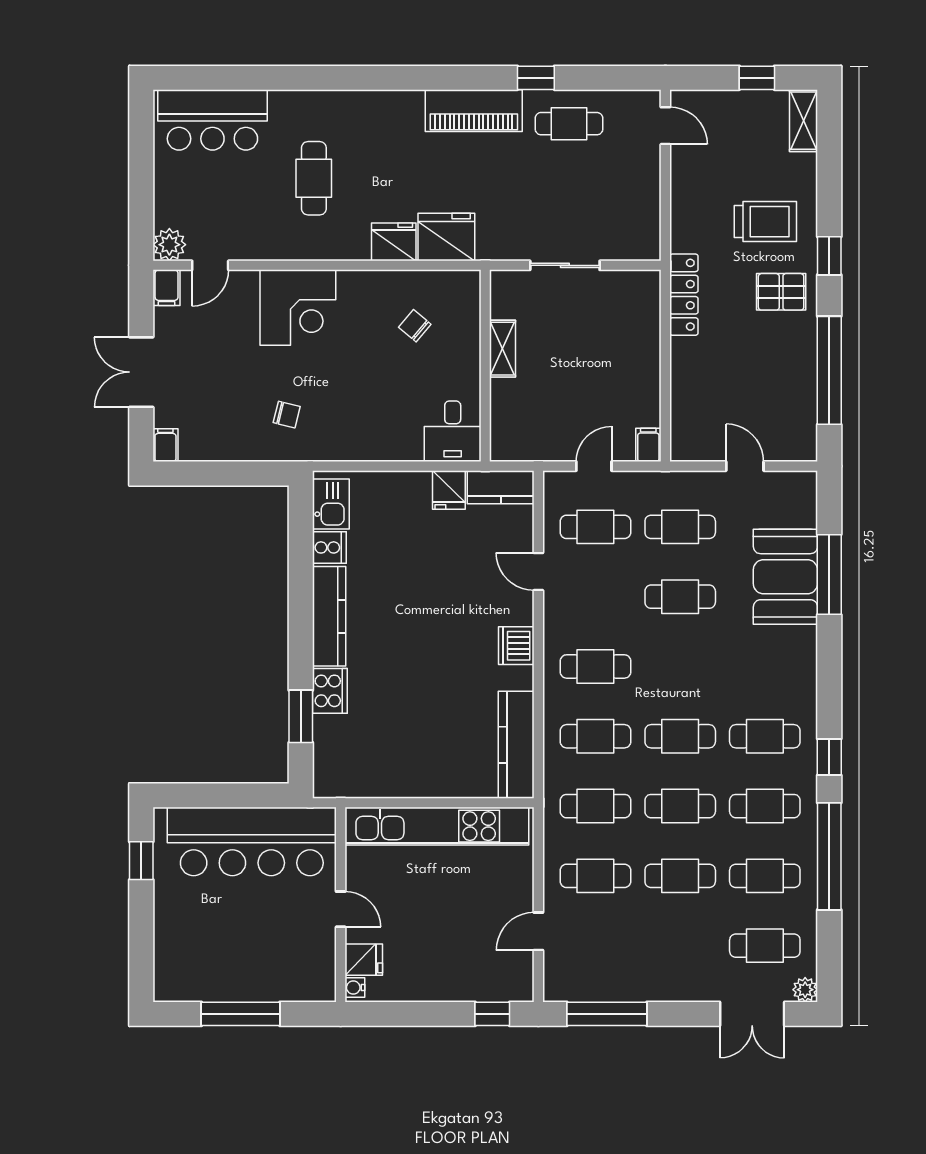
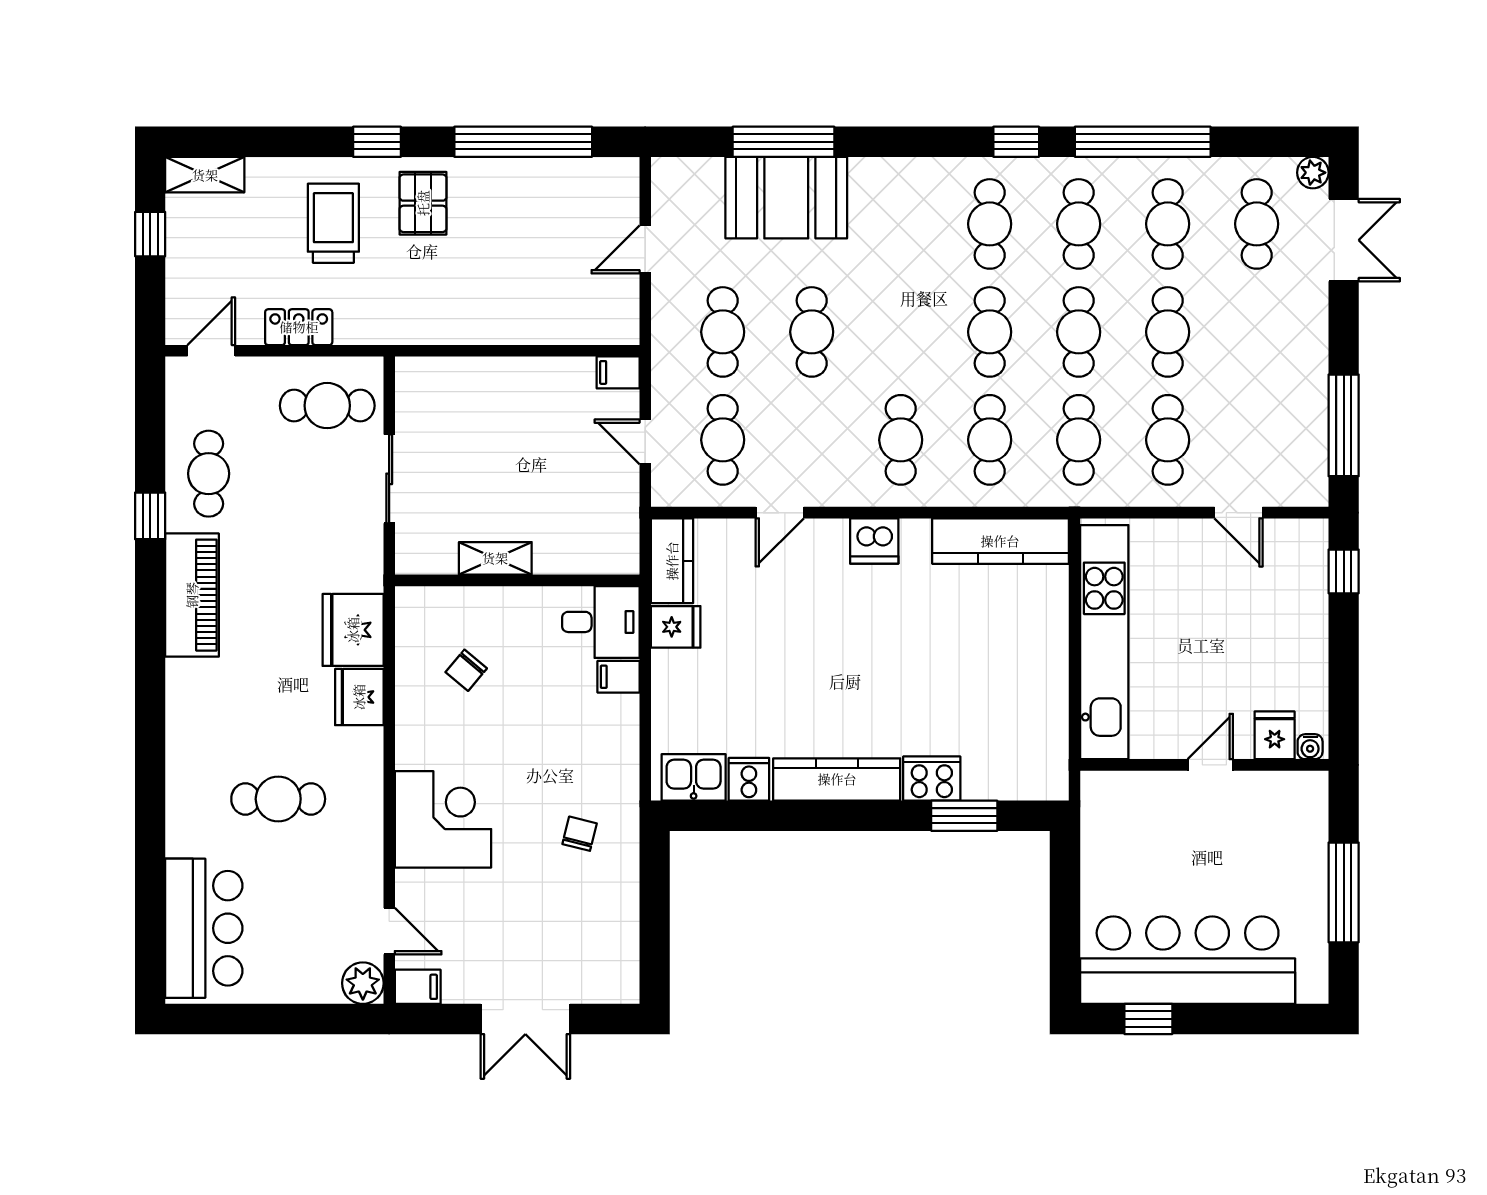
cafe table: (622, 217) -> (327, 406), added
locker: (684, 295) -> (299, 327), moved, width x0.66
filing cabinet: (165, 445) -> (618, 677), moved
bar counter: (252, 841) -> (1188, 960), moved, turned -90

